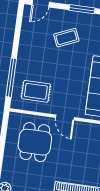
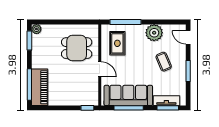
plant: (29, 44) -> (154, 33), added
door: (65, 117) -> (100, 69), swing flipped

